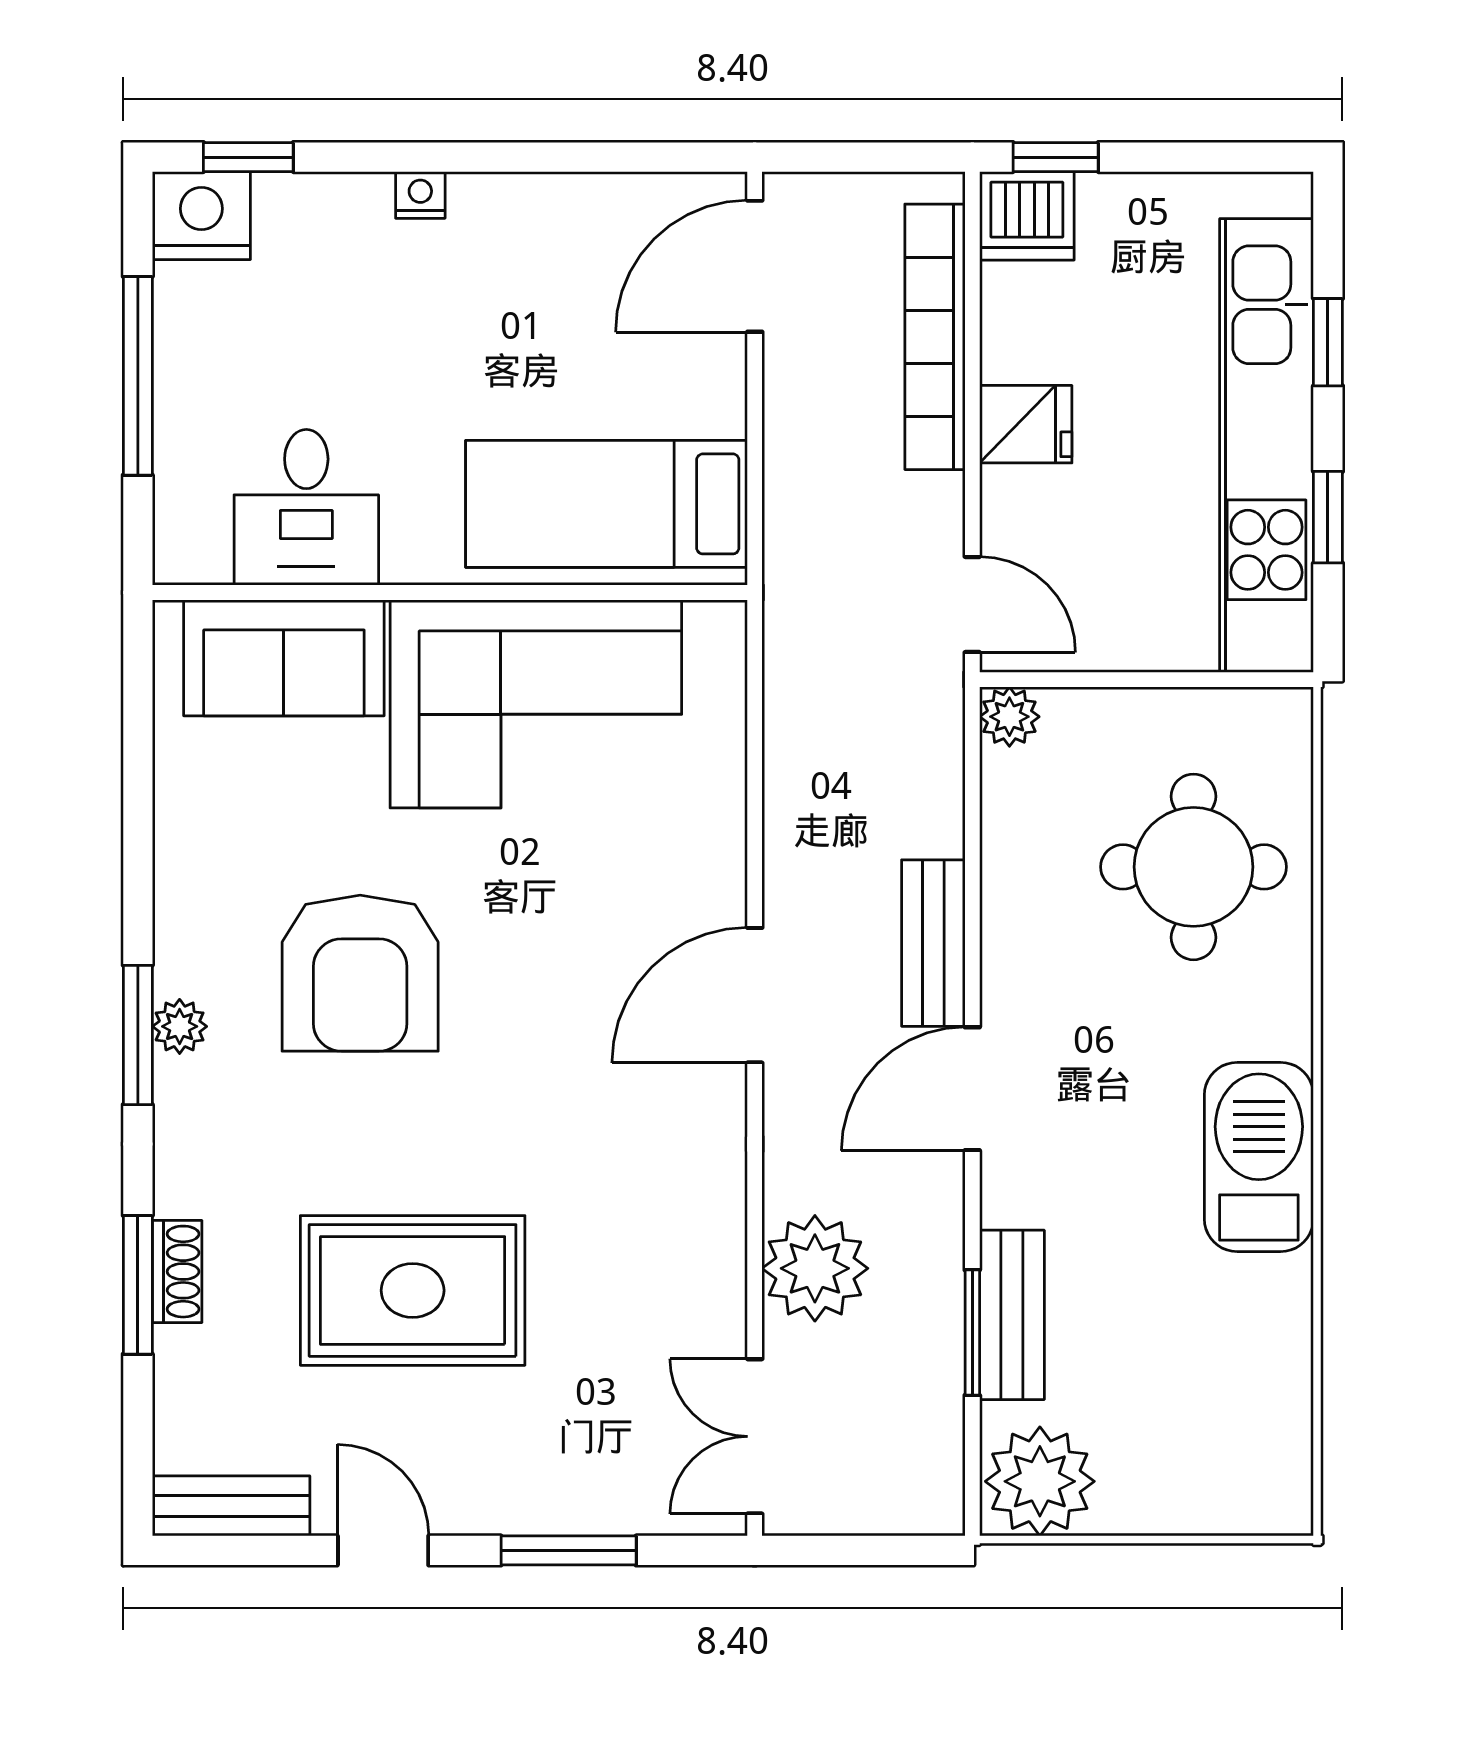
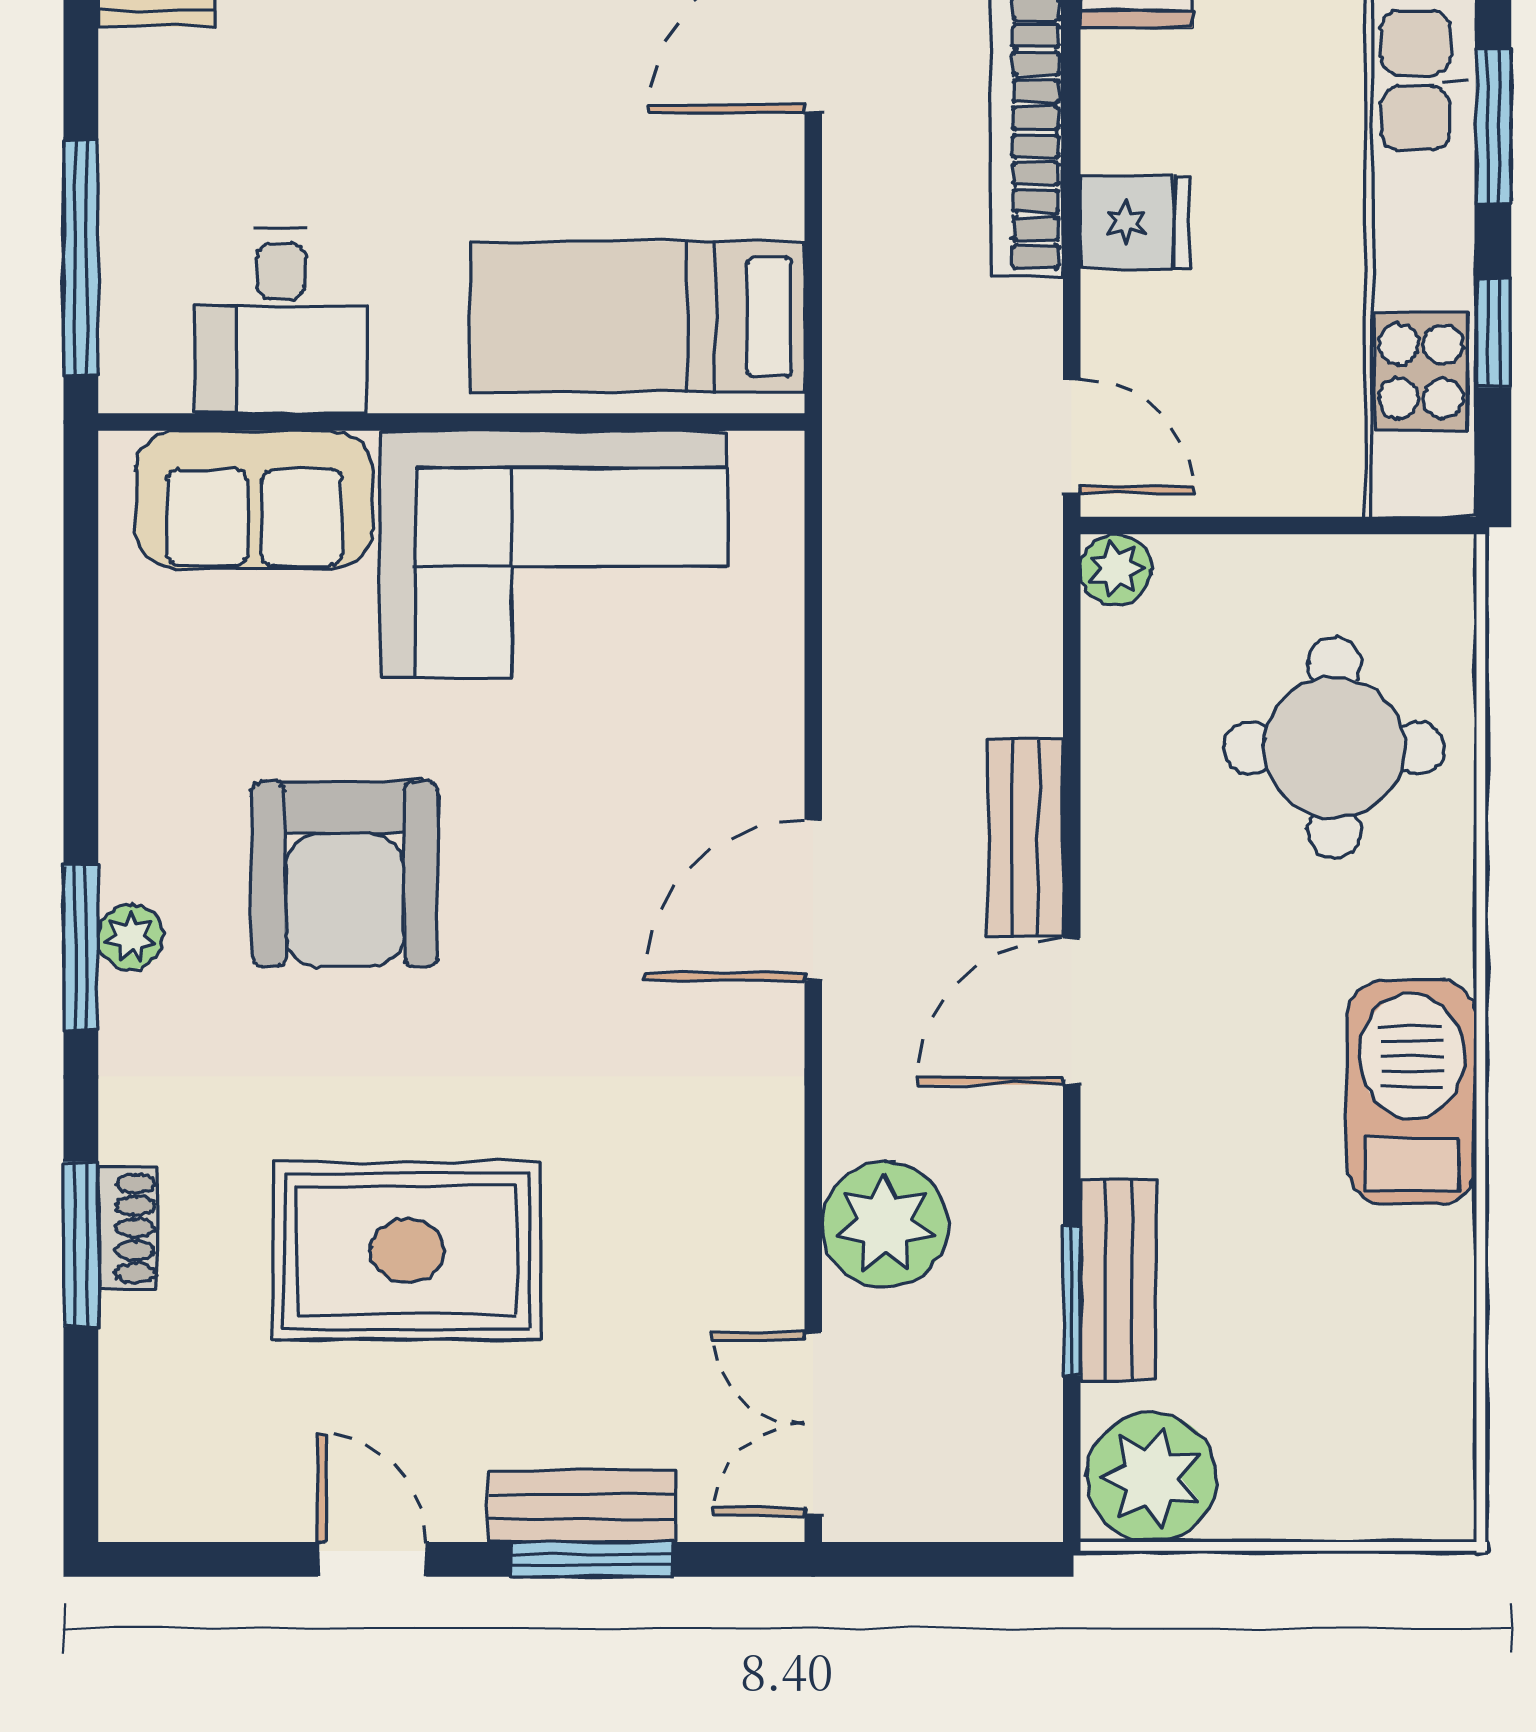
window: (1328, 342) -> (1494, 125), width x1.50
window: (138, 376) -> (81, 258), moved
bench: (231, 1506) -> (582, 1506), moved

